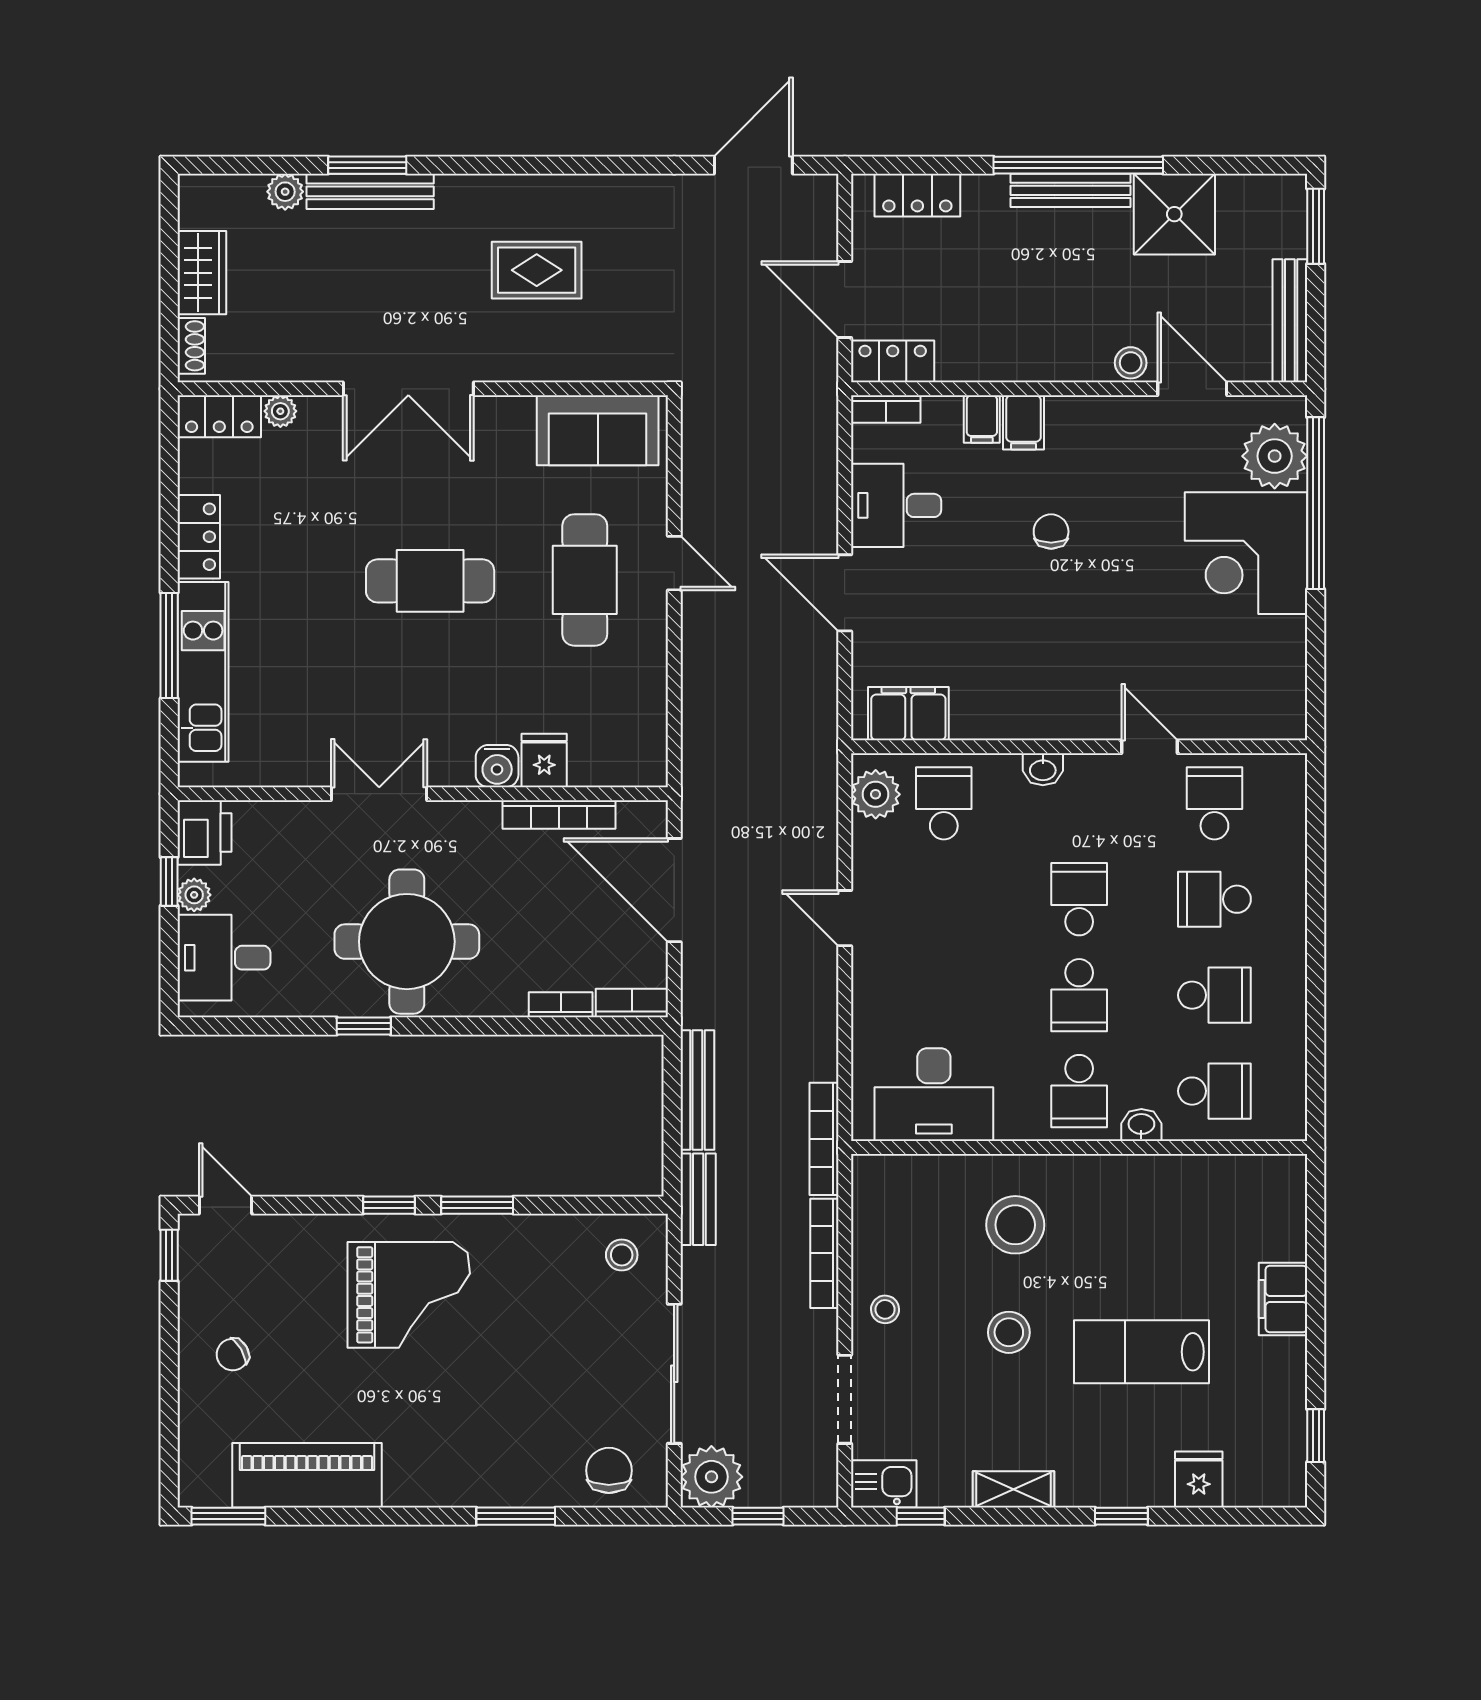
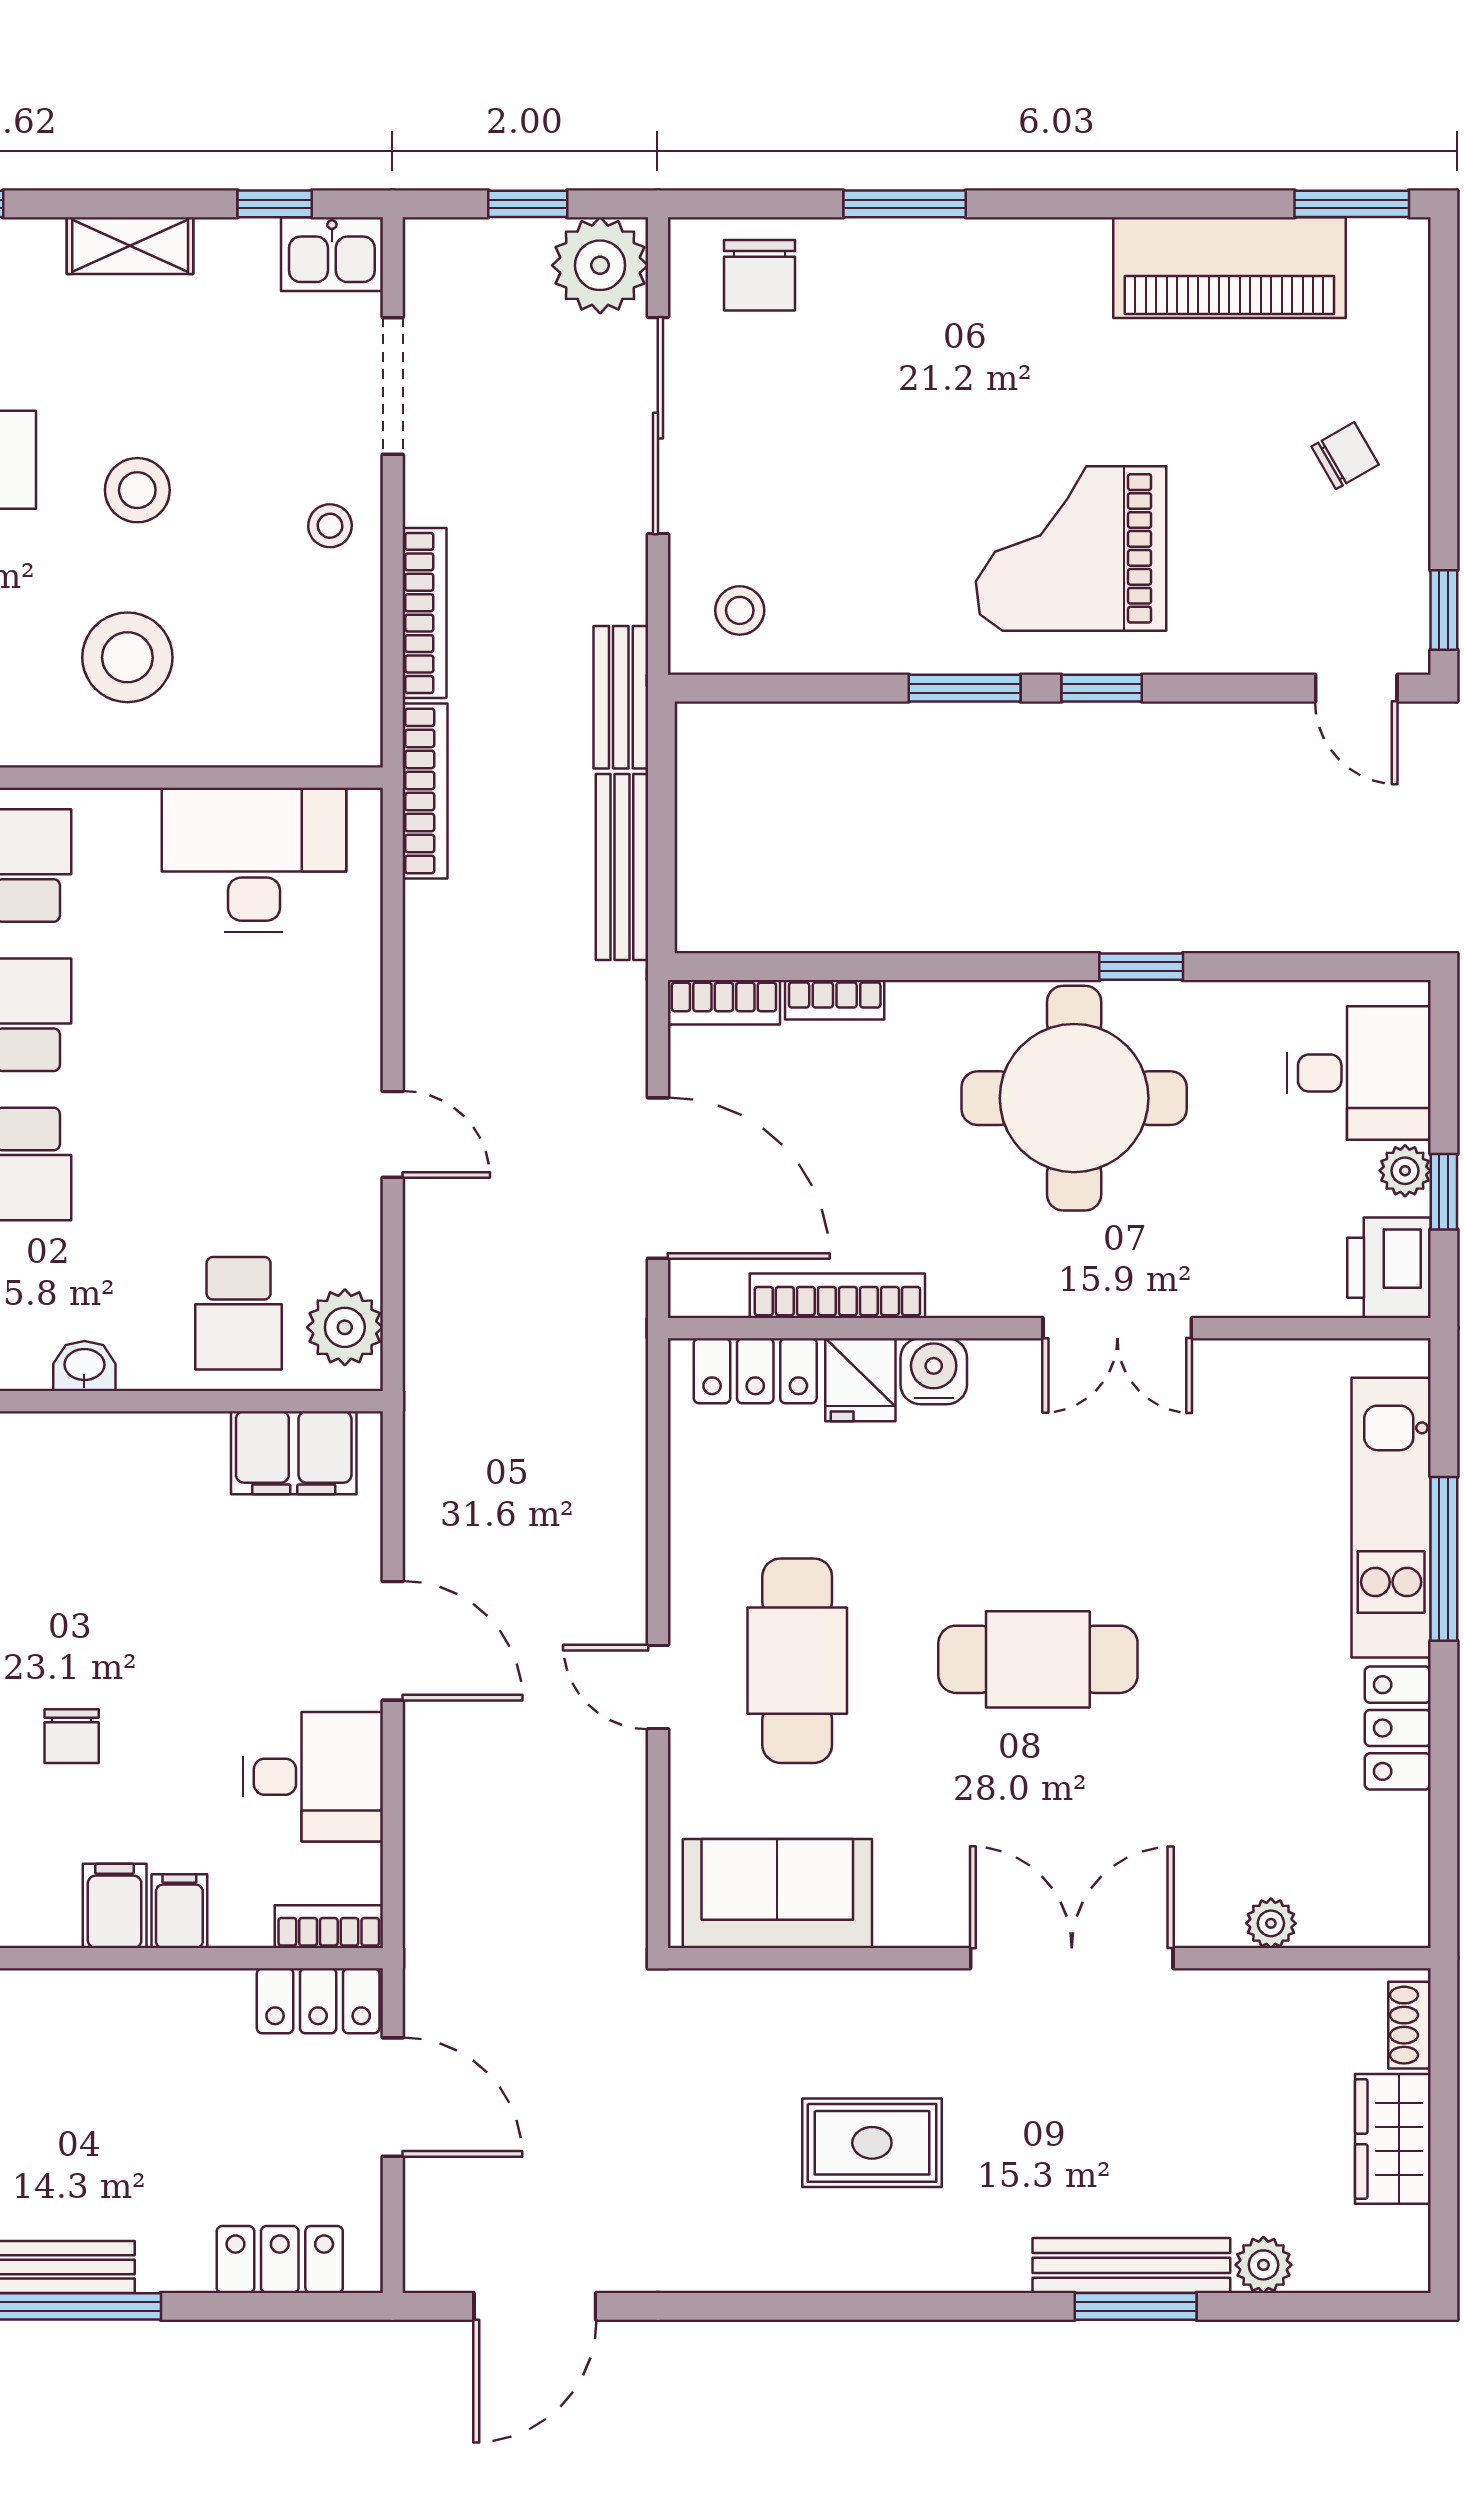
locker: (219, 416) -> (755, 1371), moved, turned 180

